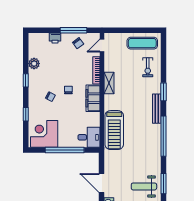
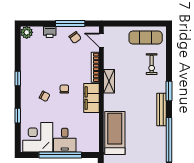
door: (102, 46) -> (101, 40), hinge flipped
plant: (34, 64) -> (27, 32), moved
treadmill: (114, 130) -> (115, 133), turned 180
desk: (89, 137) -> (65, 140), moved, turned 90

